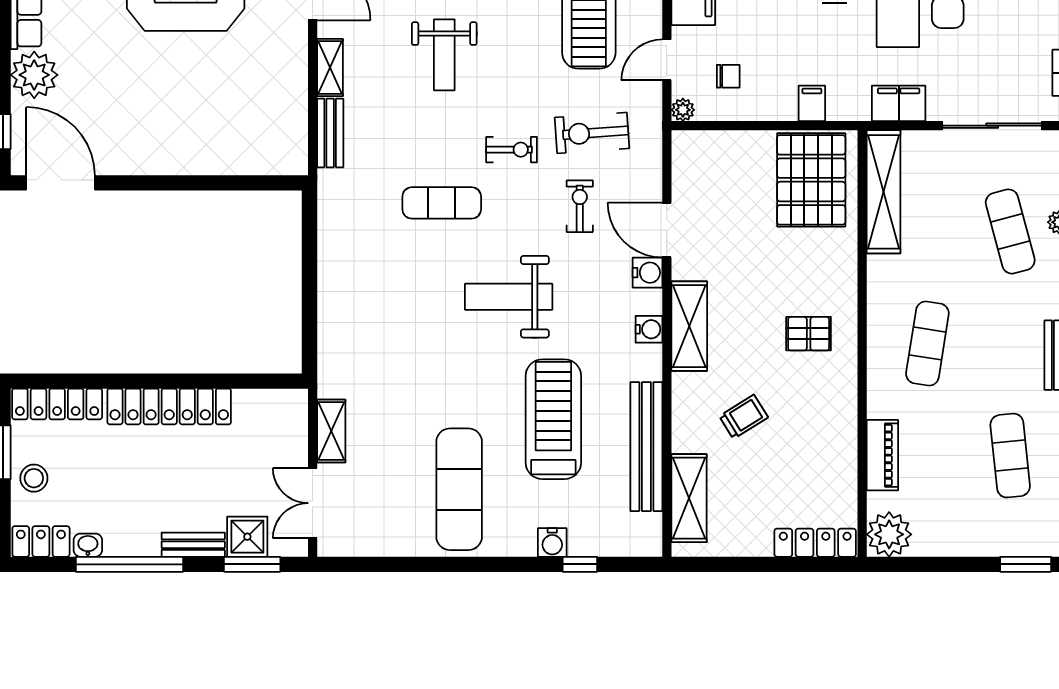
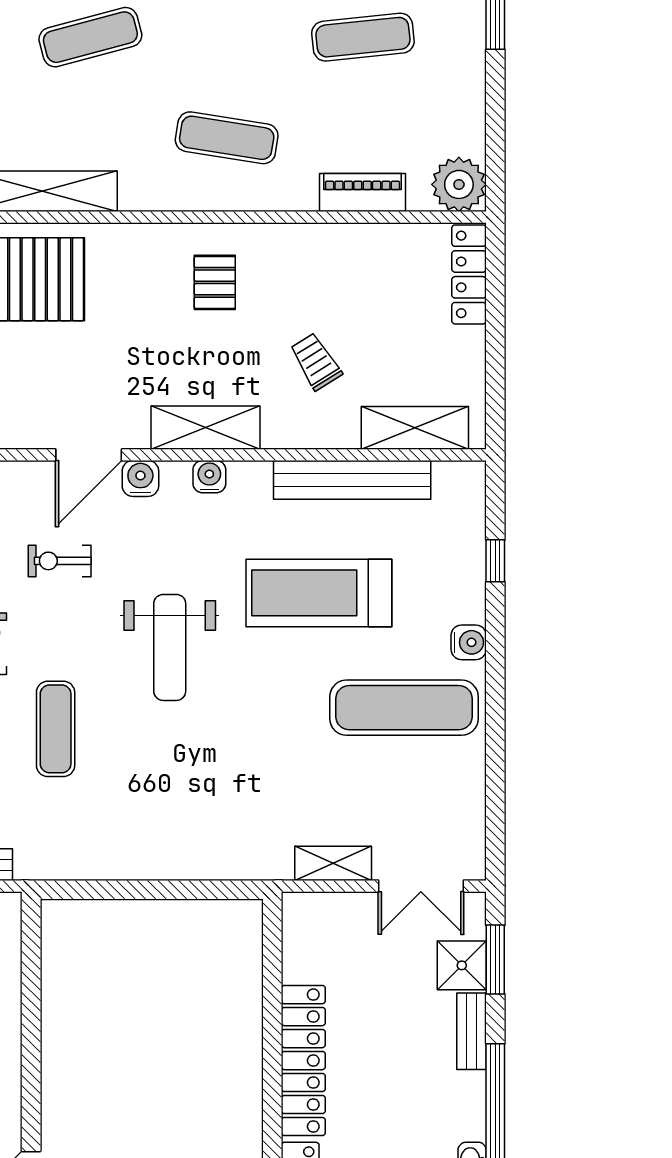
water cooler: (552, 542) -> (469, 642), moved

